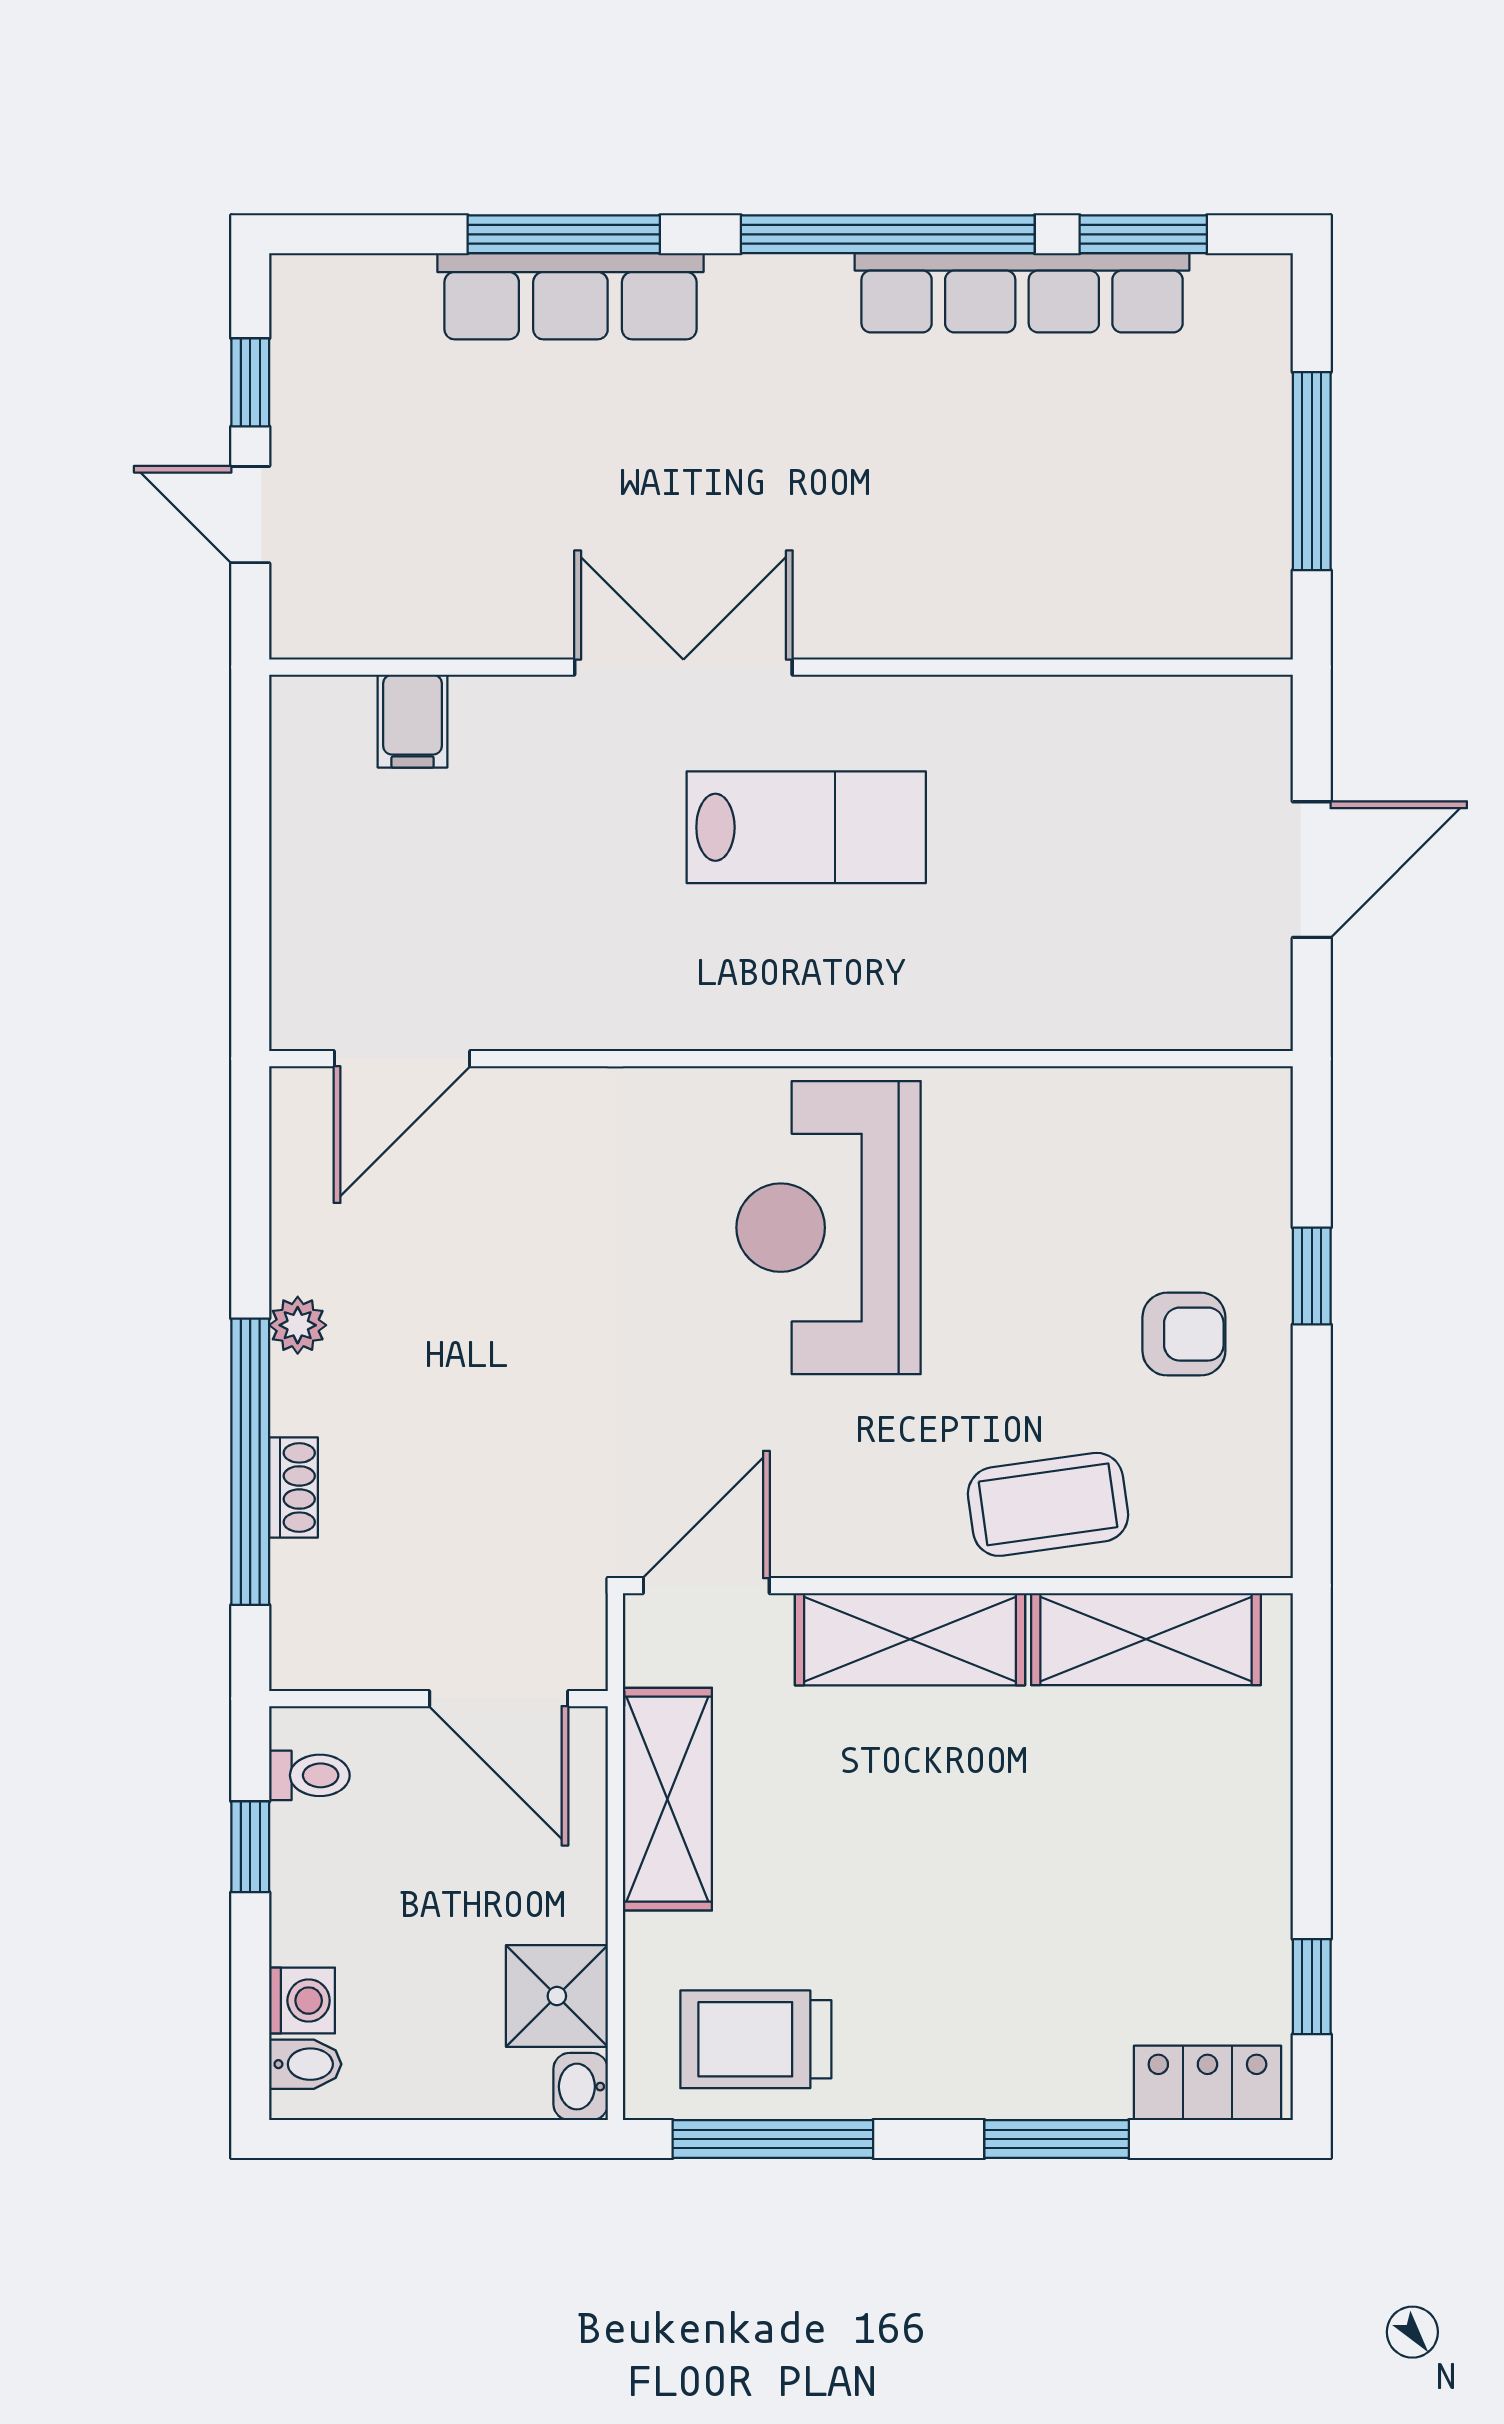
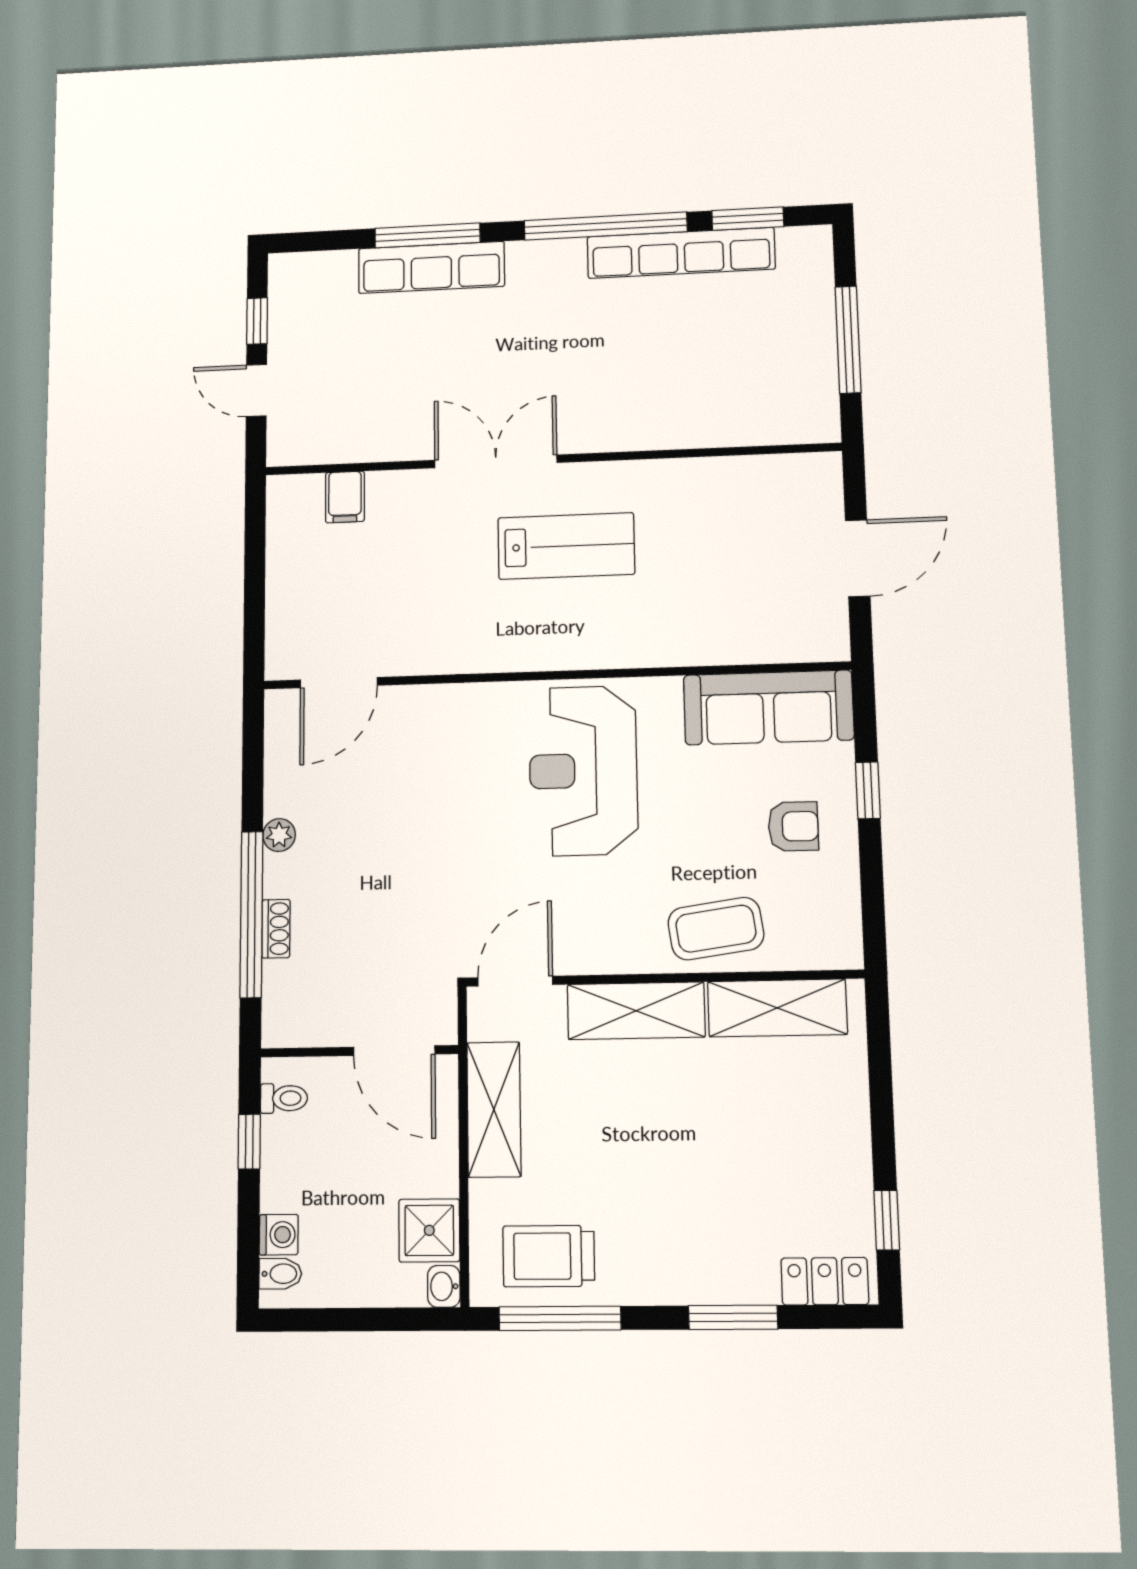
sofa: (1149, 1127) -> (768, 707), added

